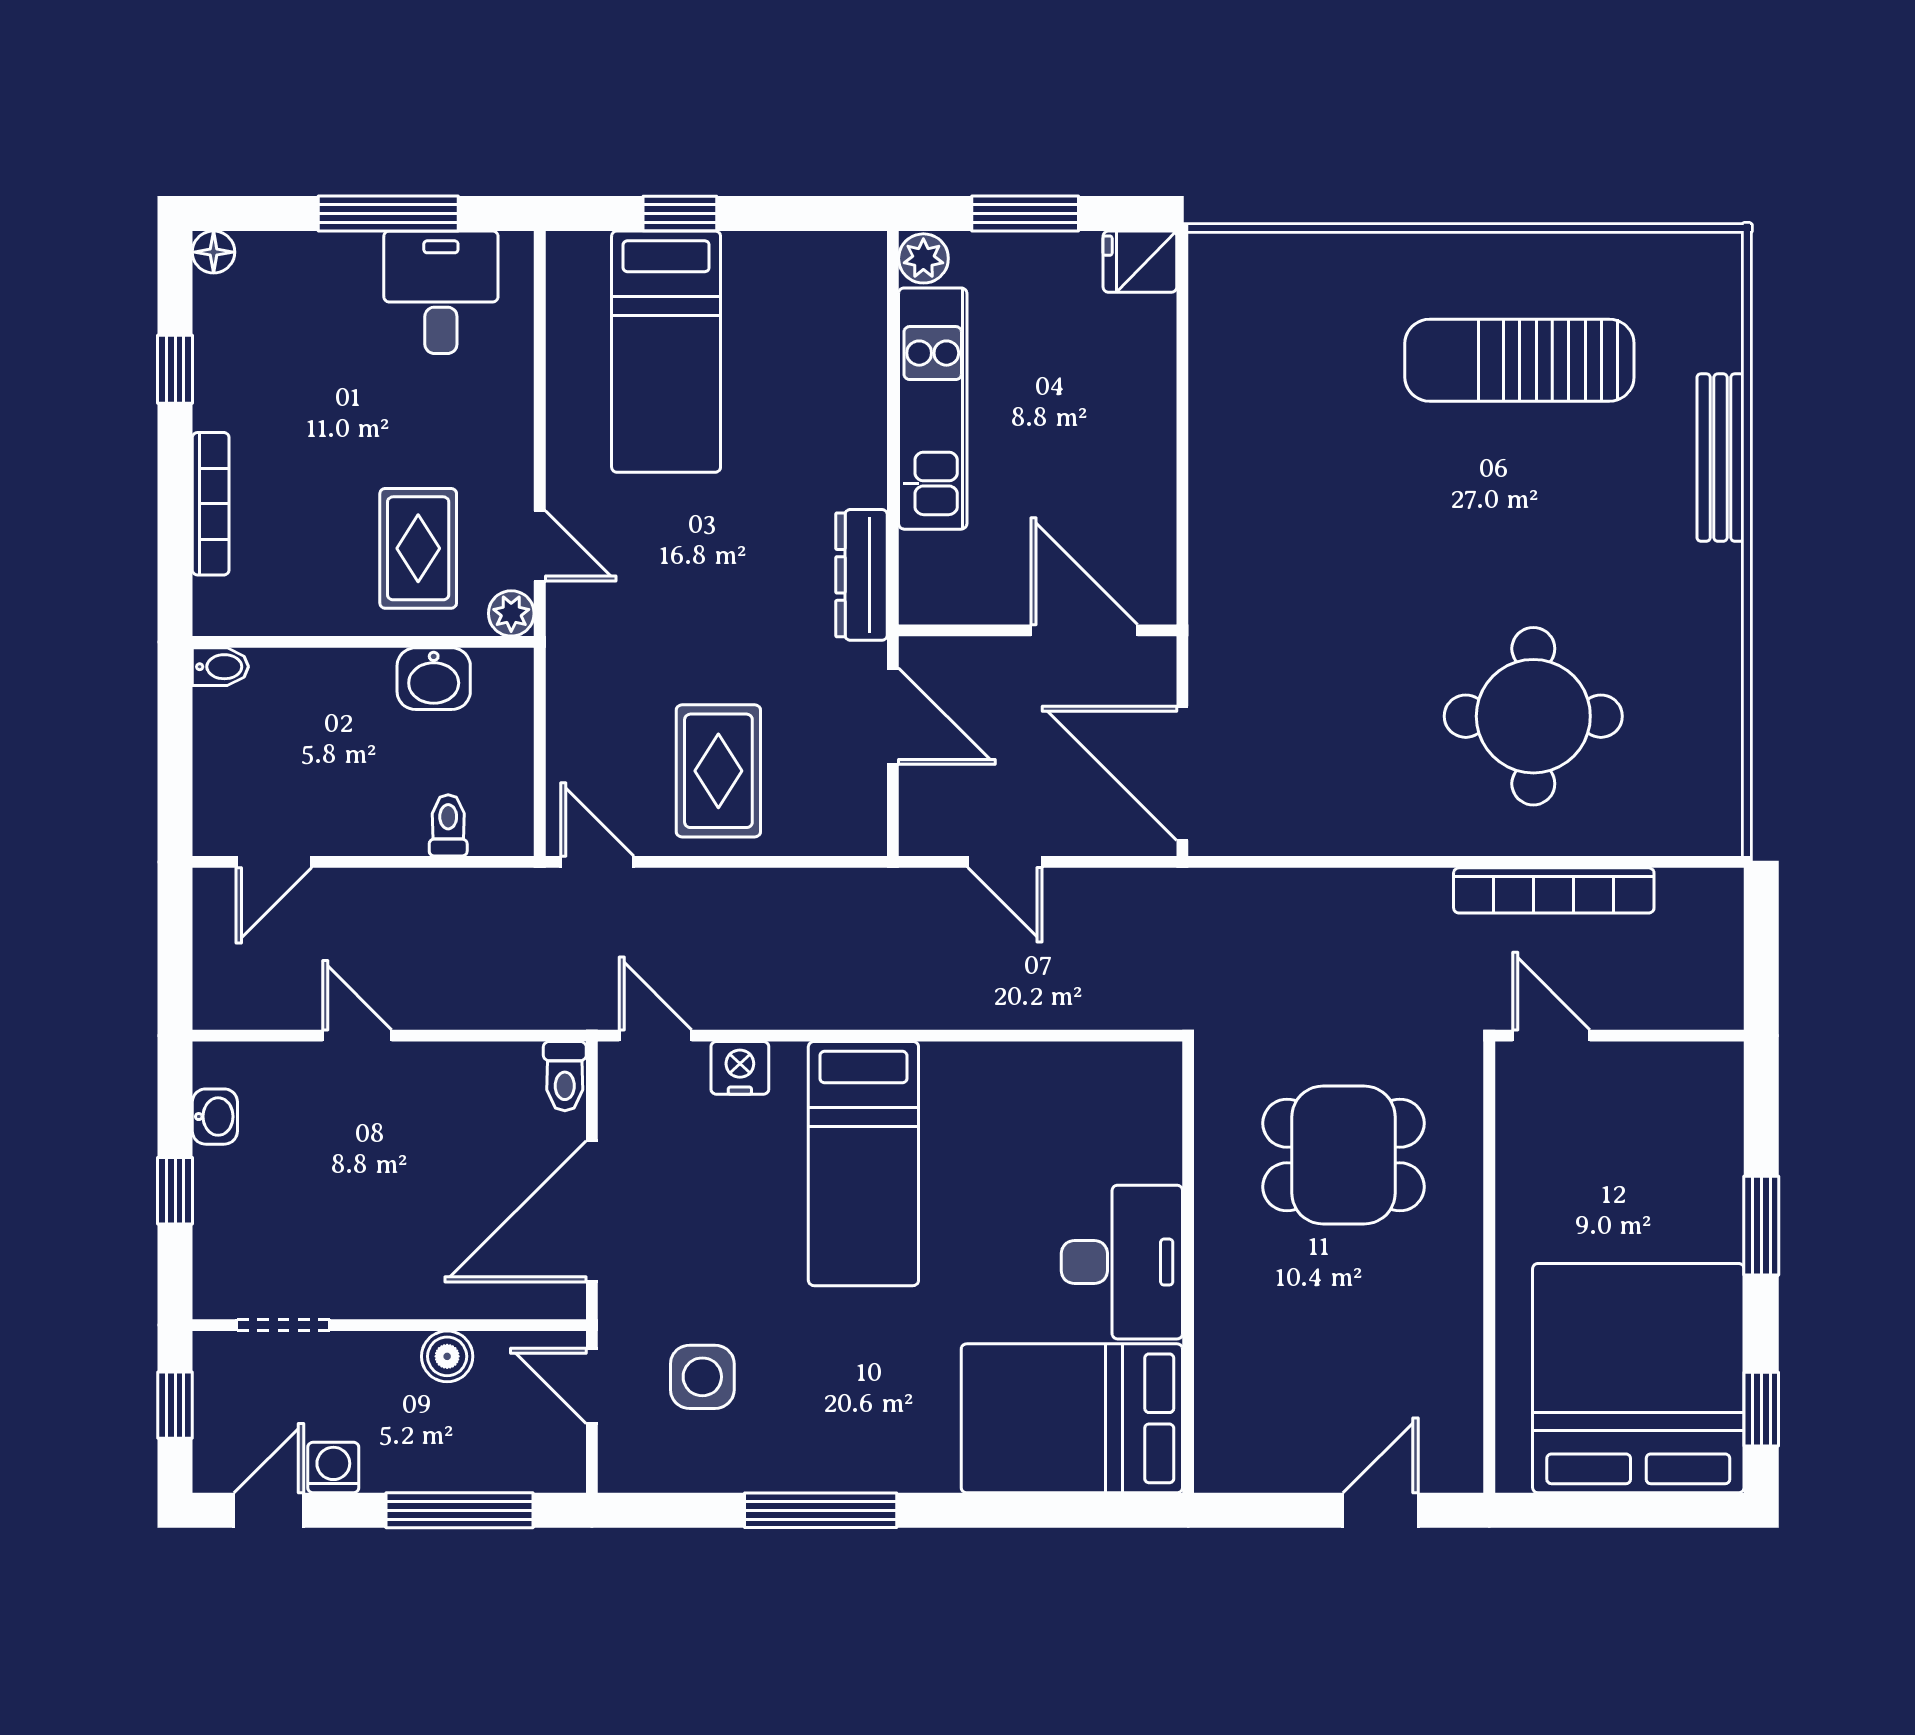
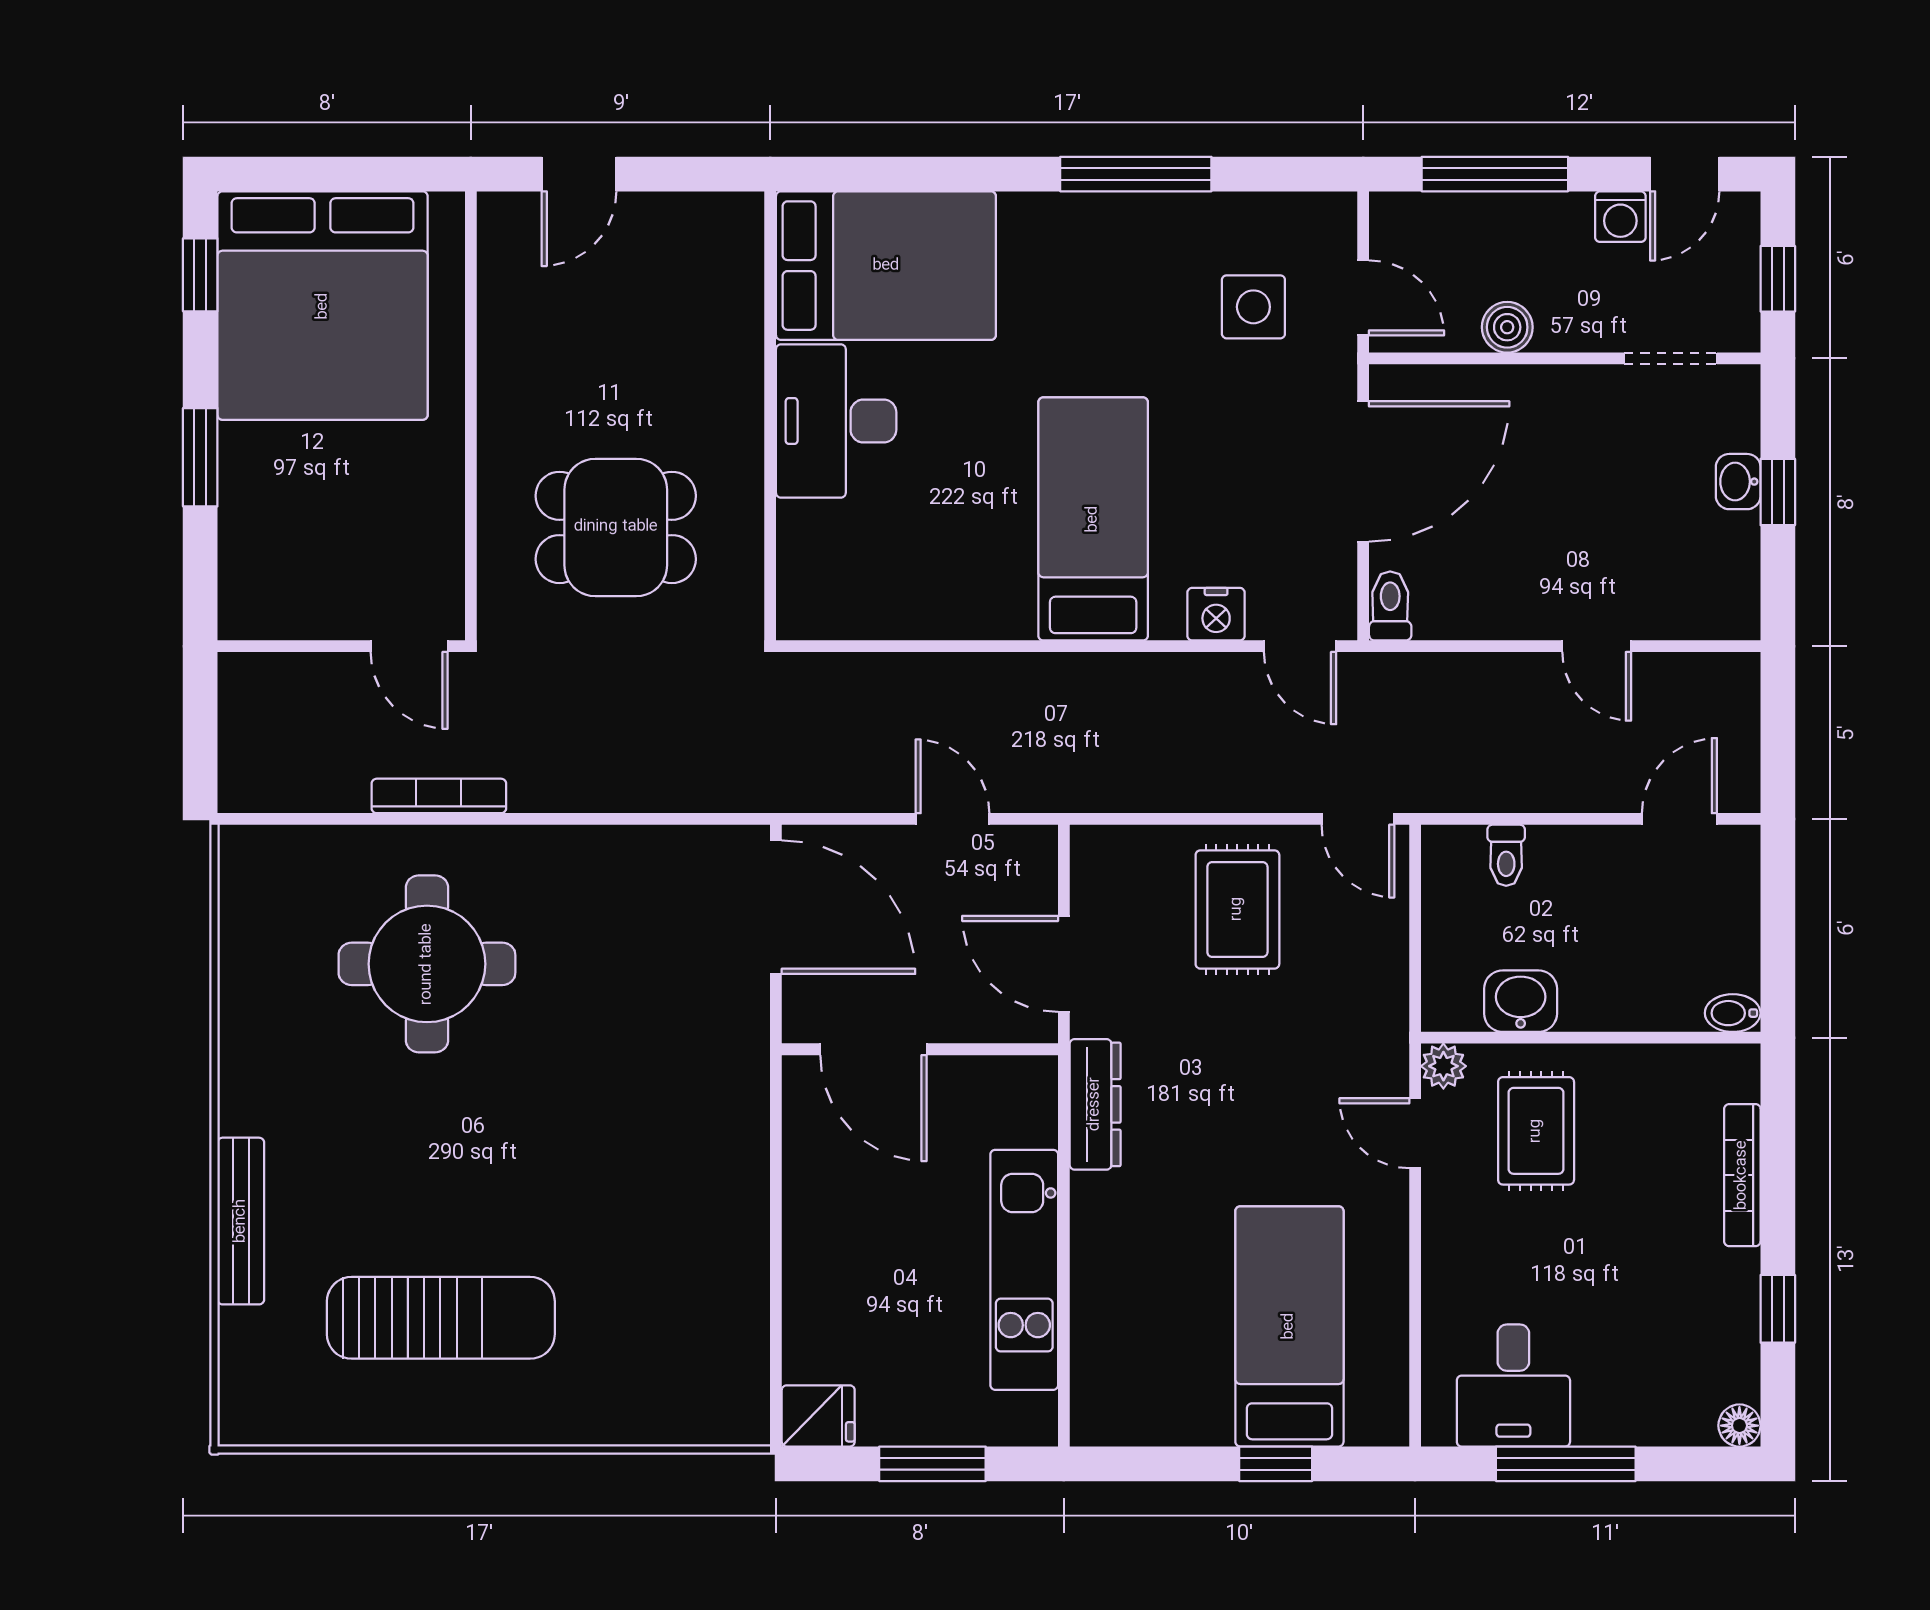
plant: (923, 258) -> (1033, 1419), removed
bookcase: (1554, 890) -> (439, 796), width x0.68, depth x0.76
washbasin: (215, 1117) -> (1738, 482), moved

